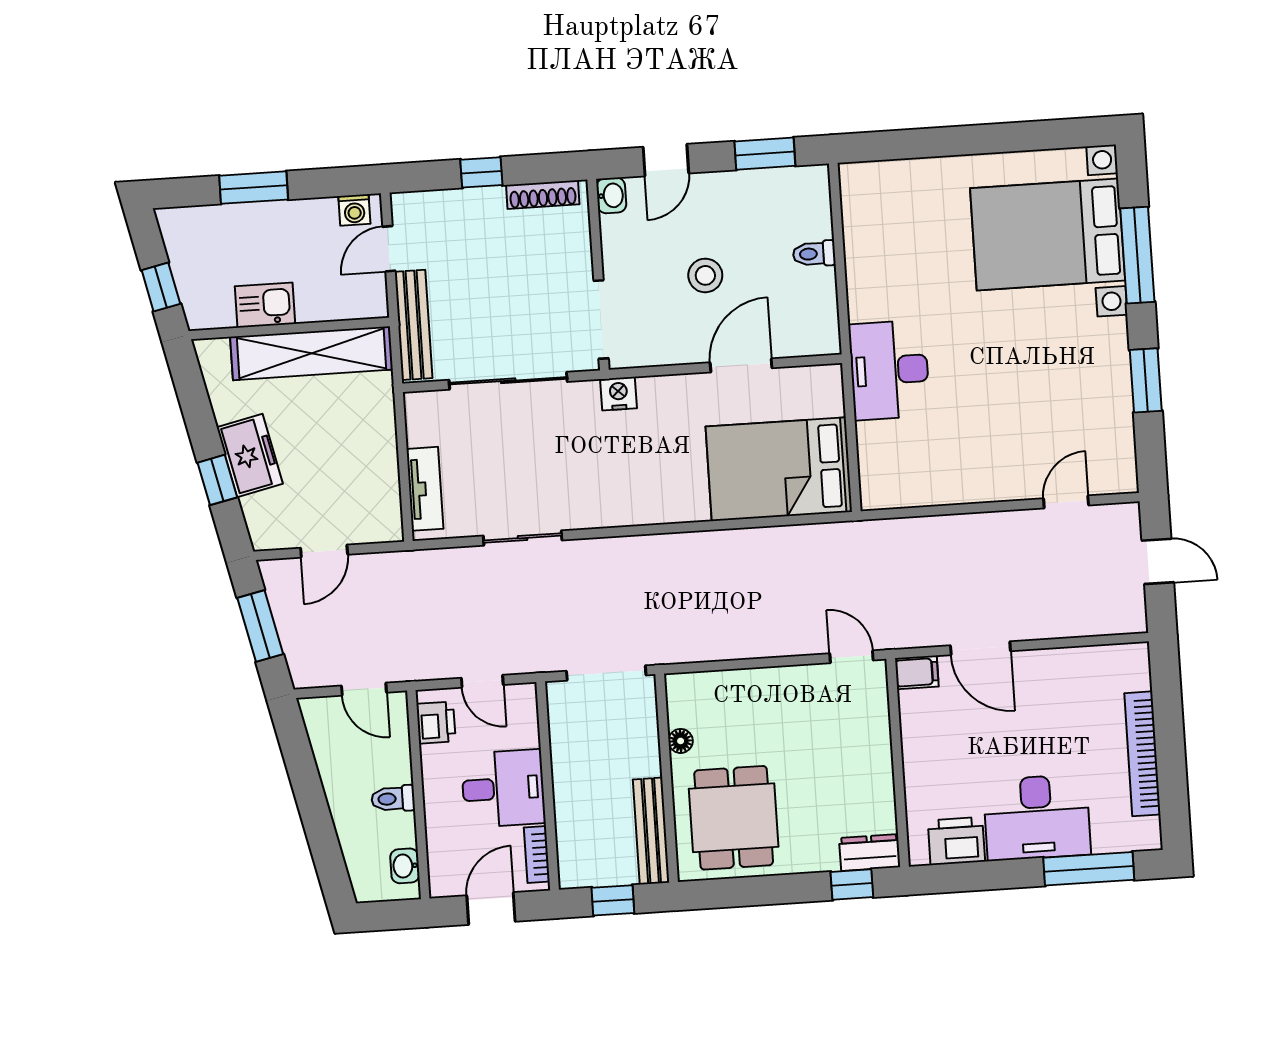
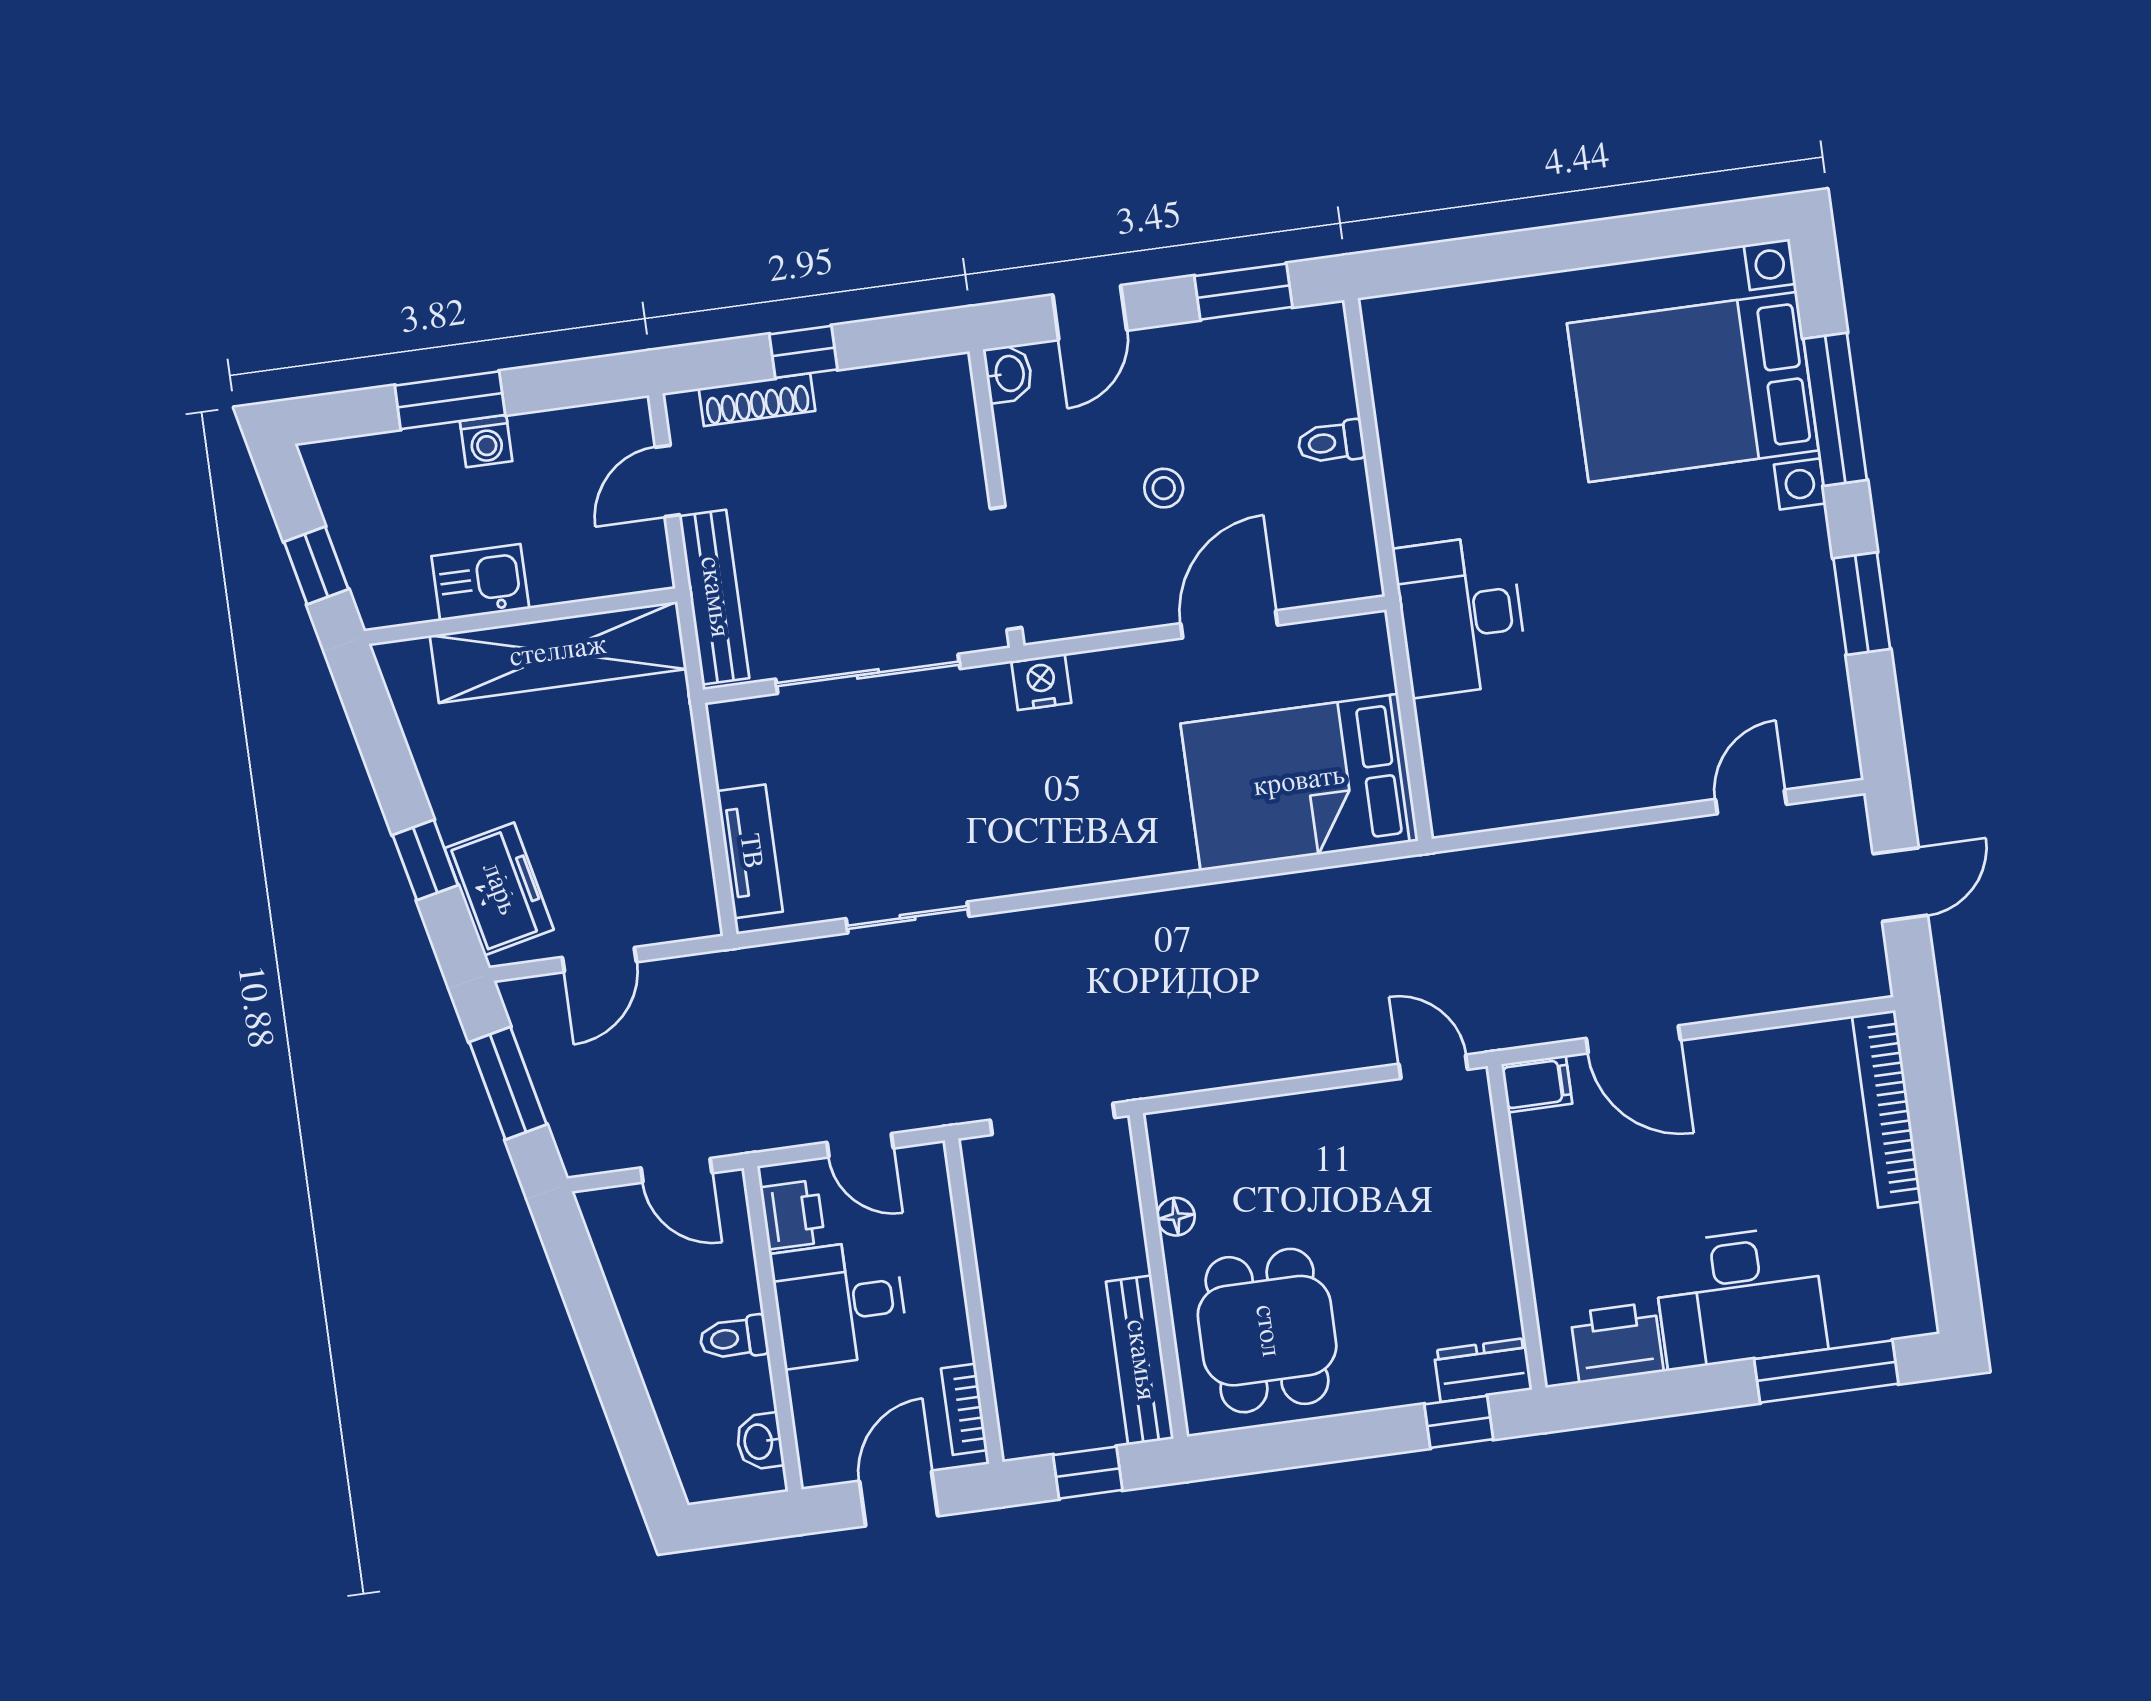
shoe rack: (543, 195) -> (757, 400), moved
washing machine: (354, 210) -> (486, 441), moved
stool: (705, 275) -> (1164, 488), width x0.73, depth x0.73
freezer: (250, 456) -> (499, 889), moved
door: (1158, 561) -> (1900, 885), hinge flipped
bookcase: (1142, 754) -> (1887, 1109), moved
desk: (503, 788) -> (839, 1303), moved, turned 180

